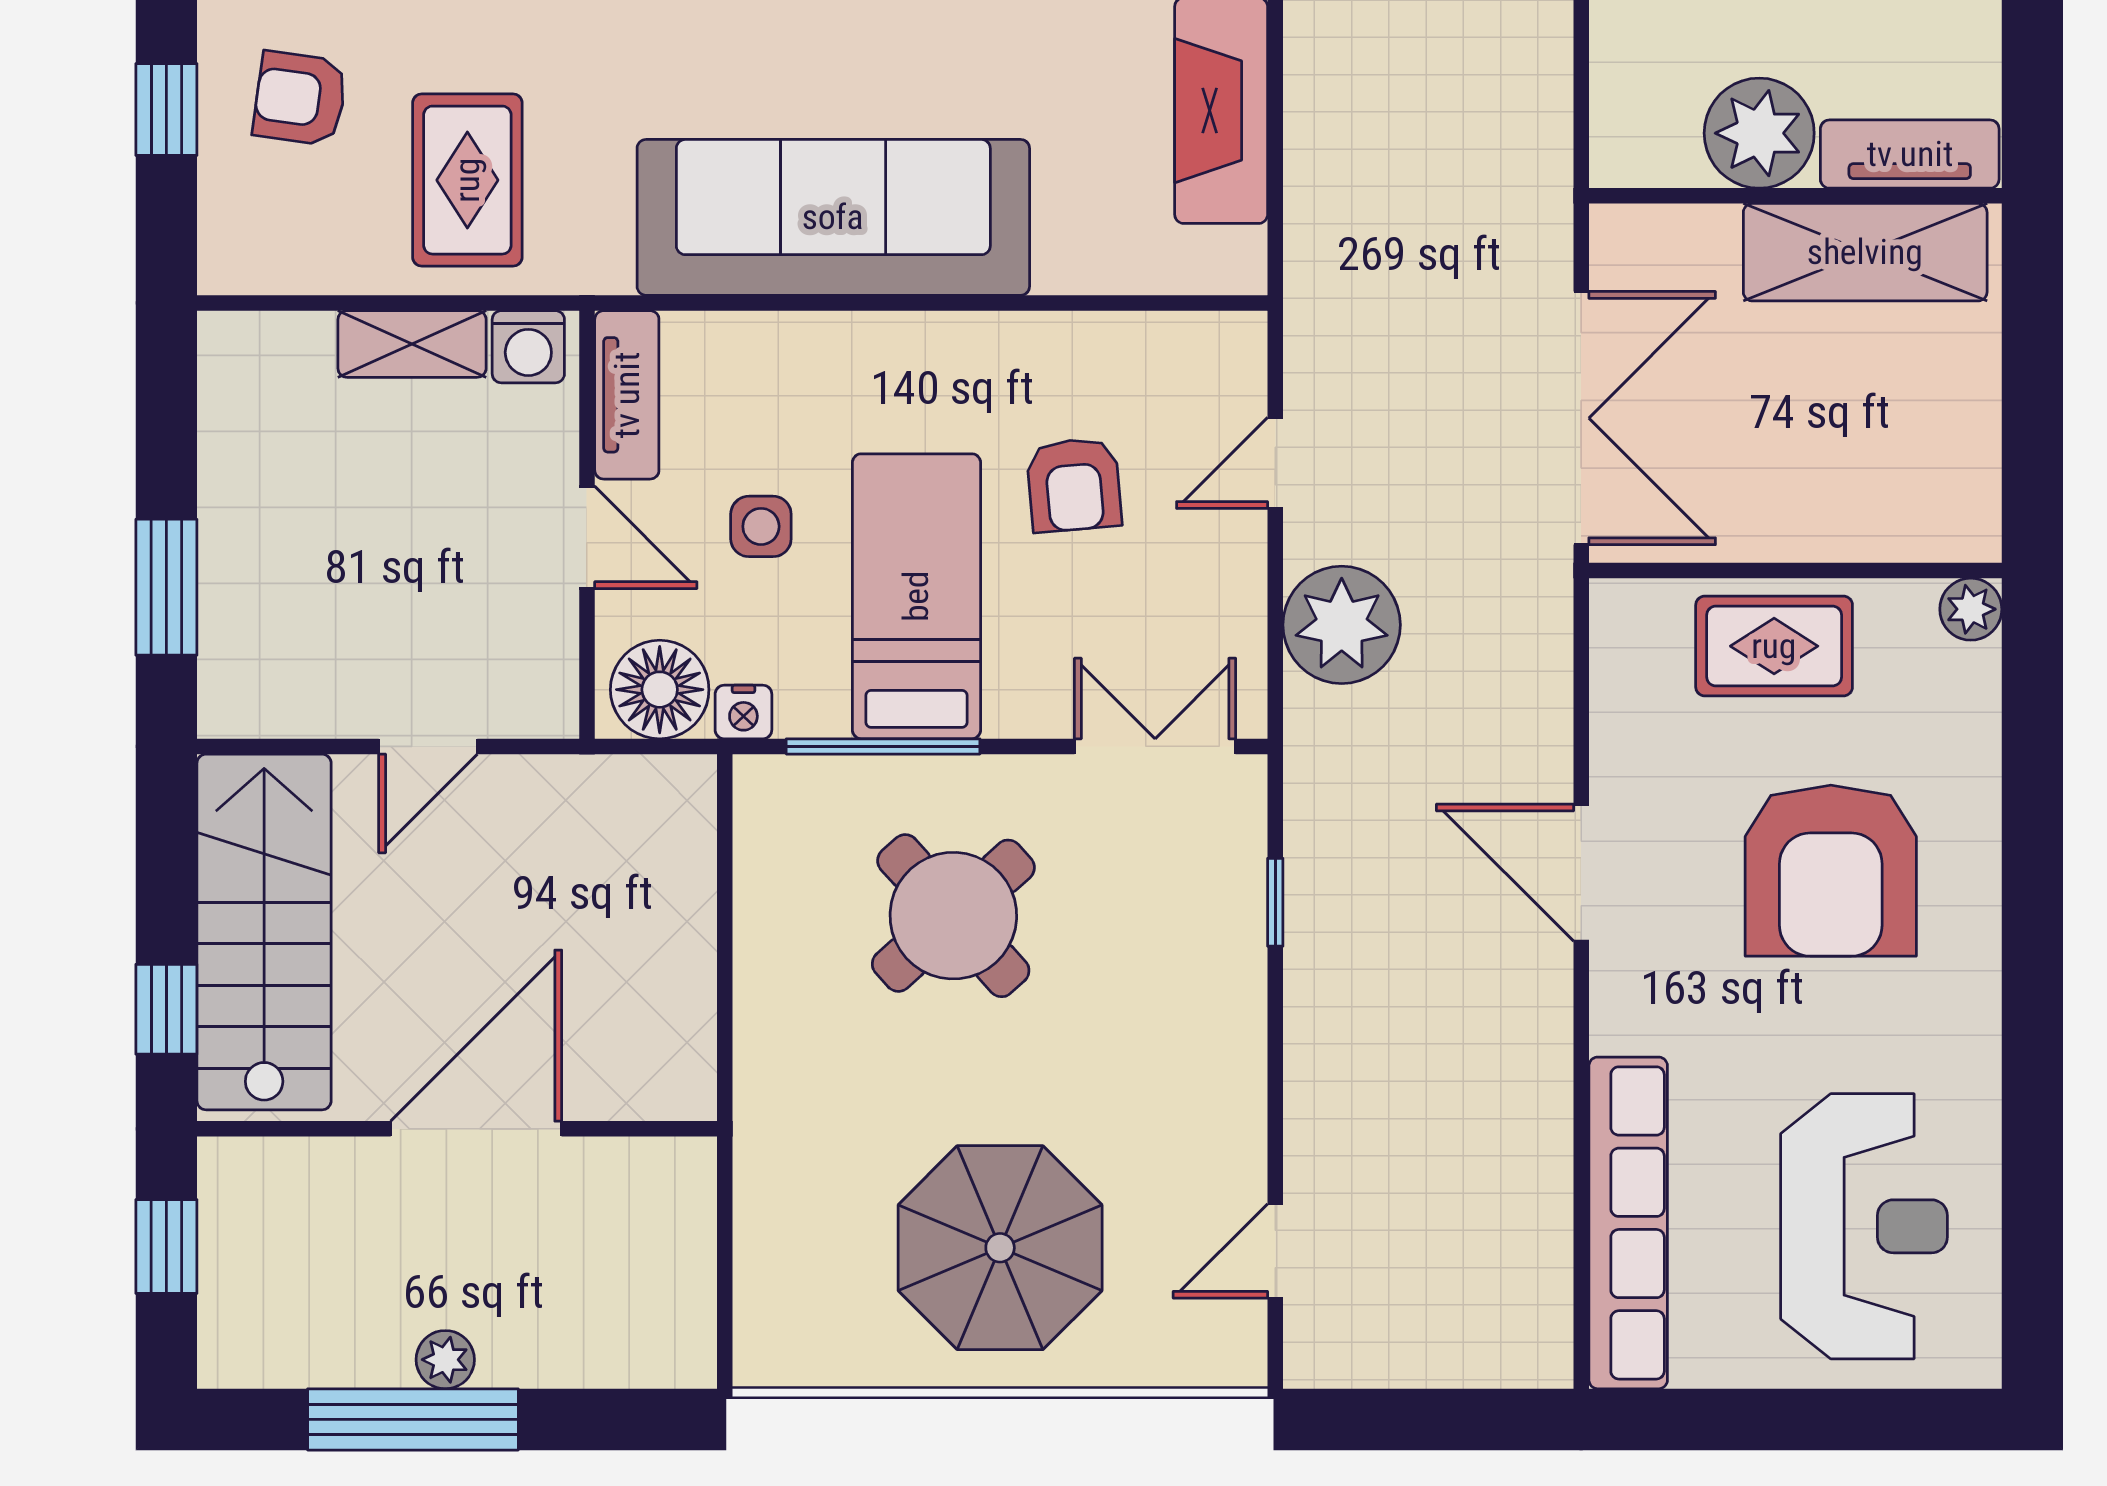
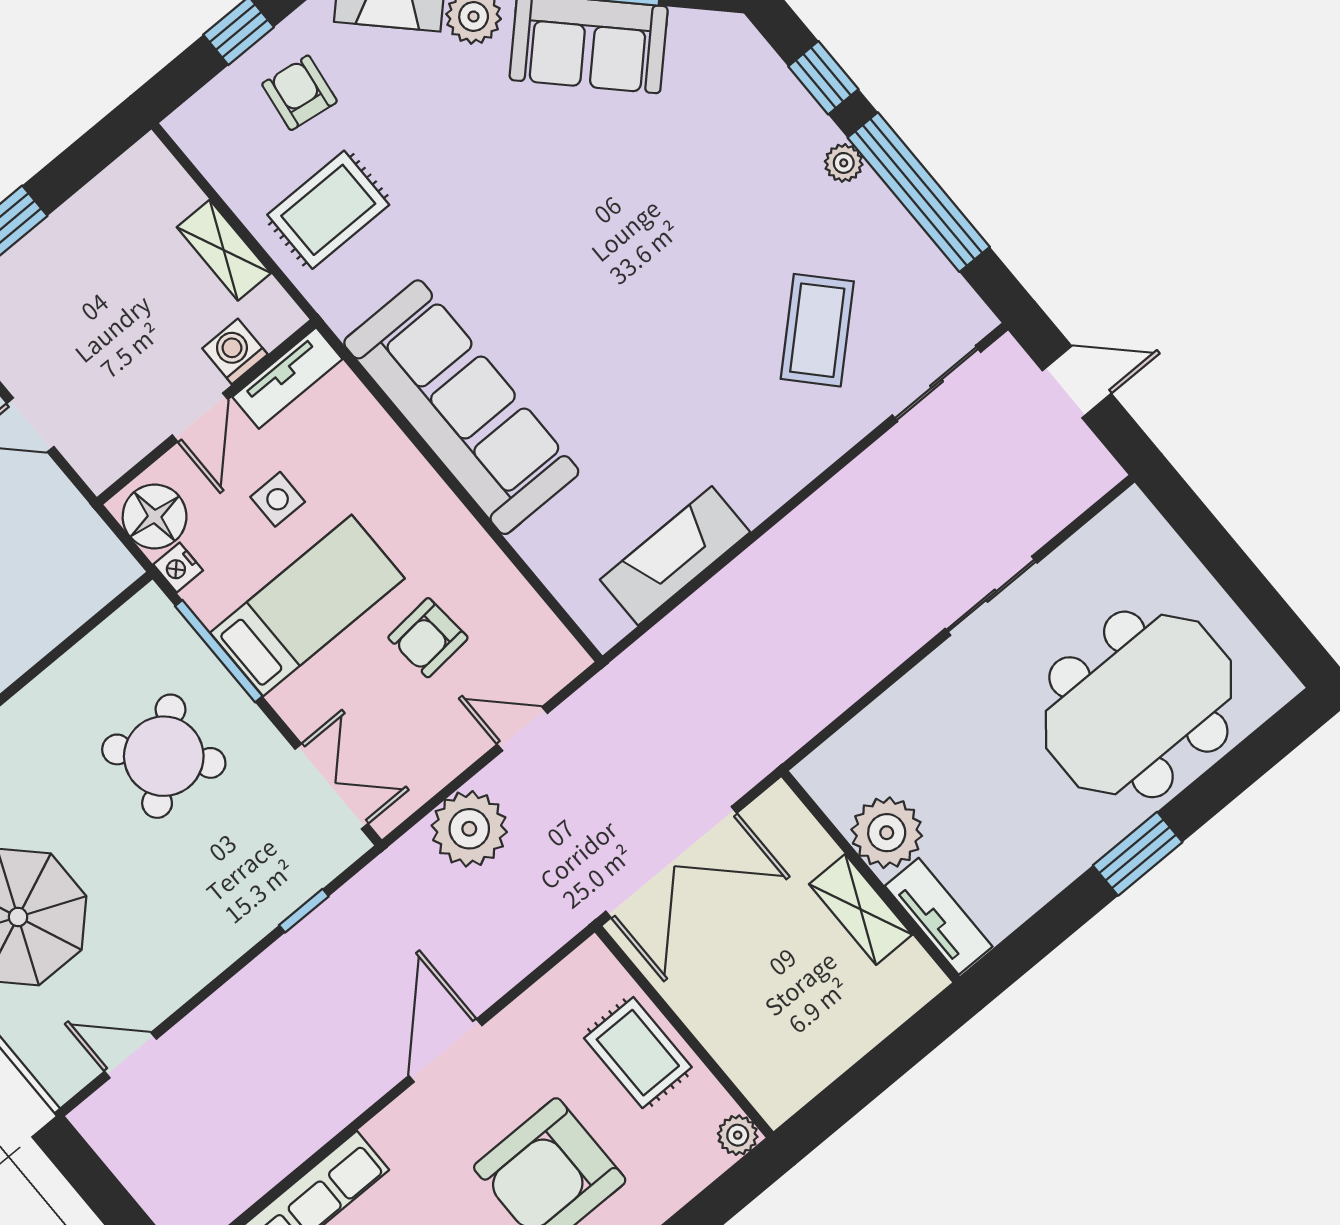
shelving: (1865, 252) -> (861, 909), width x0.67, depth x0.75
washing machine: (528, 347) -> (235, 351), moved, turned 90

